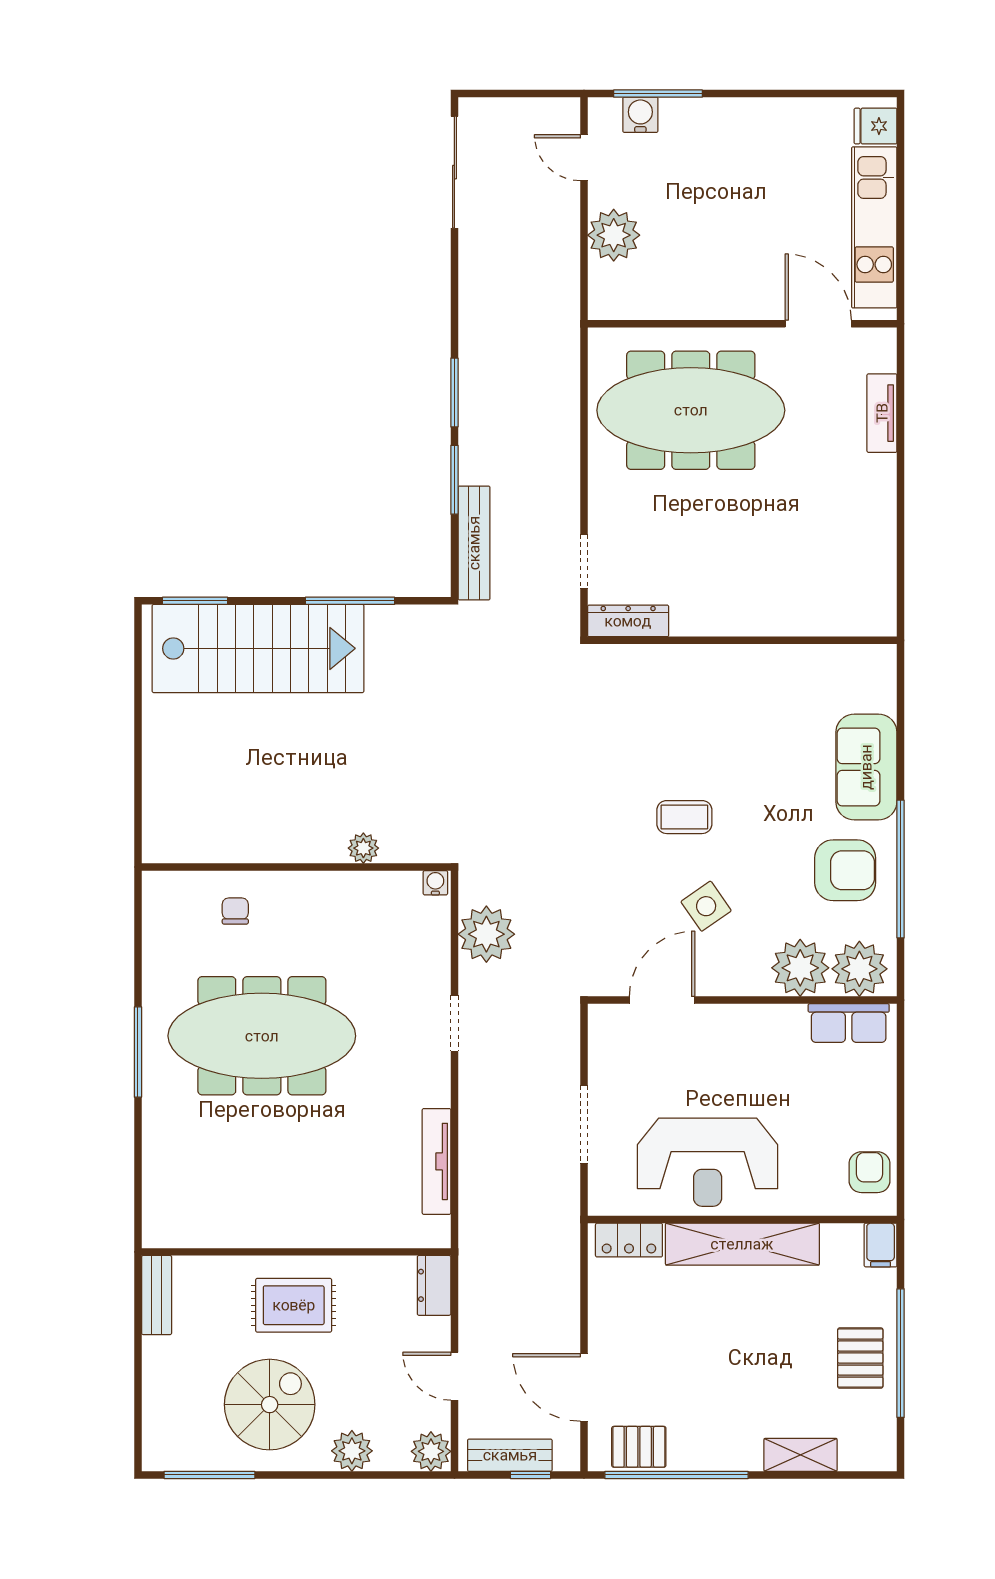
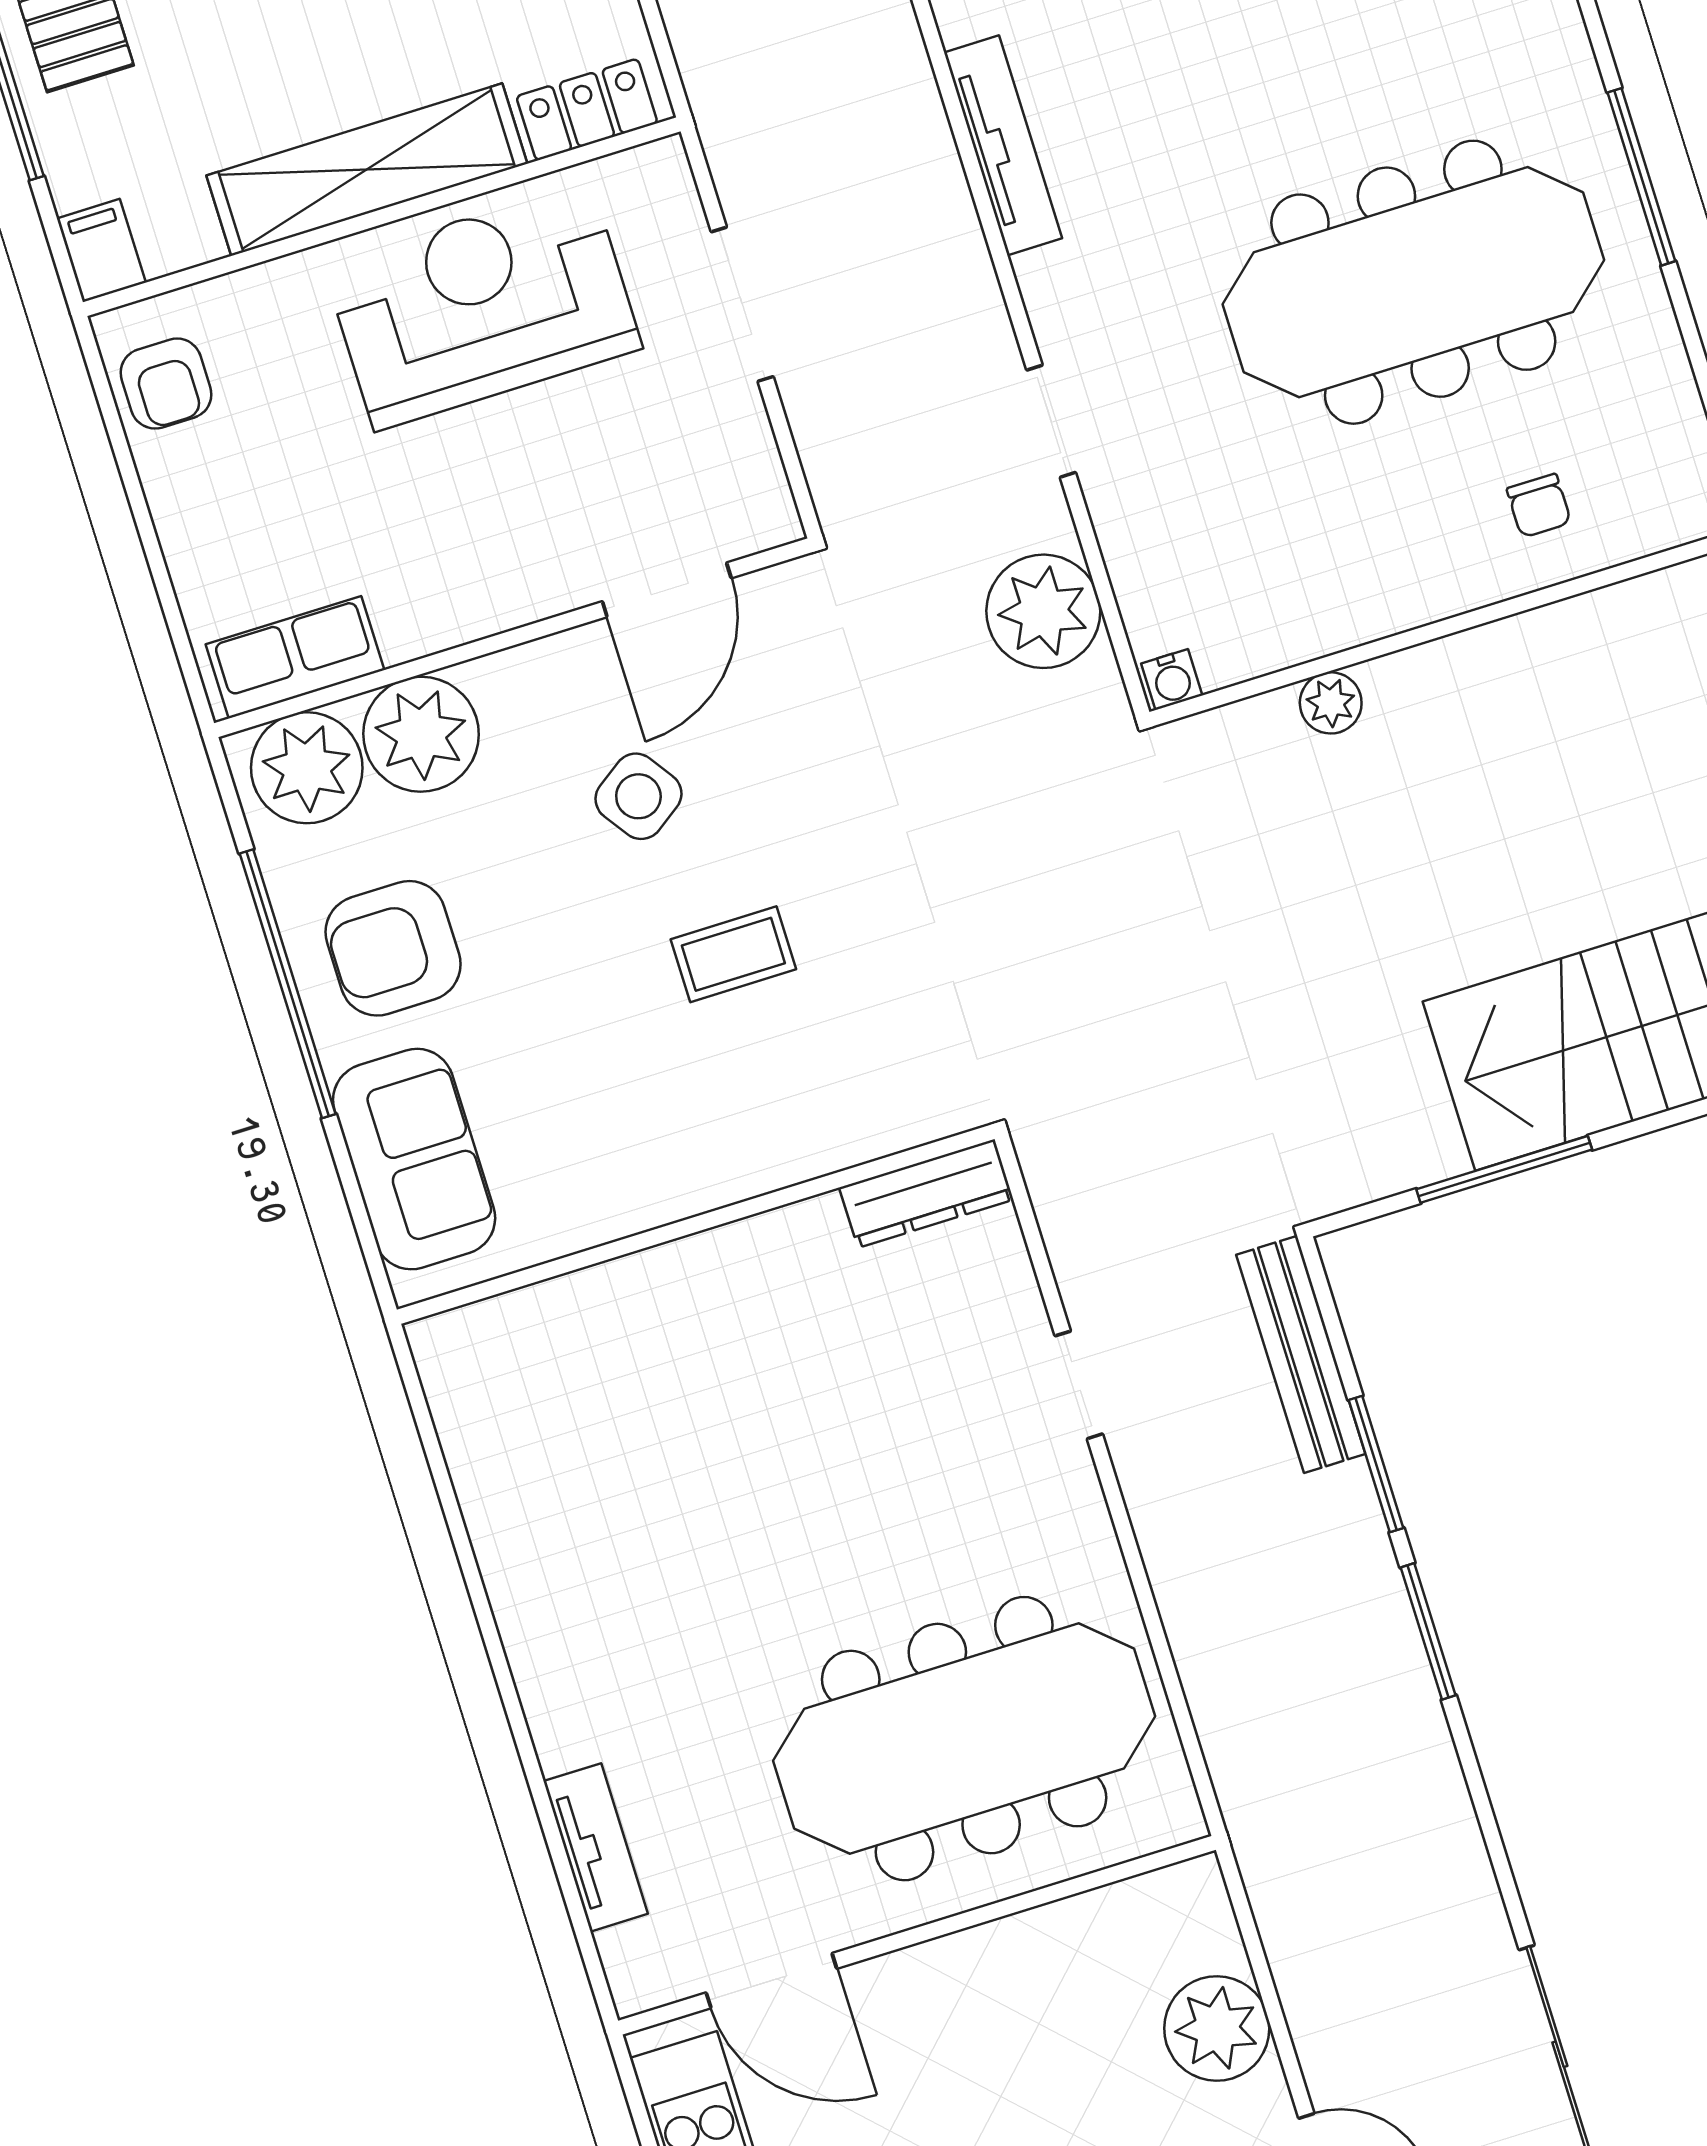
dresser: (628, 621) -> (926, 1194), moved
wall: (742, 640) -> (696, 1224), moved

